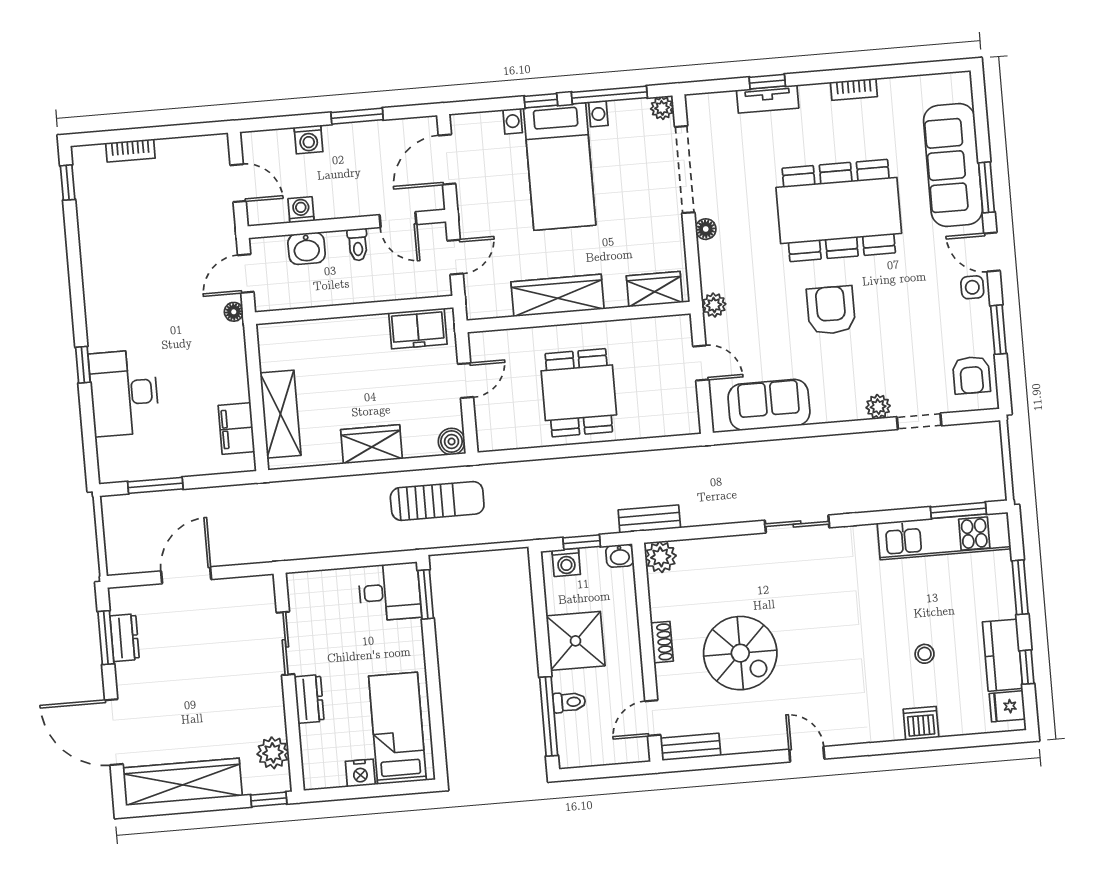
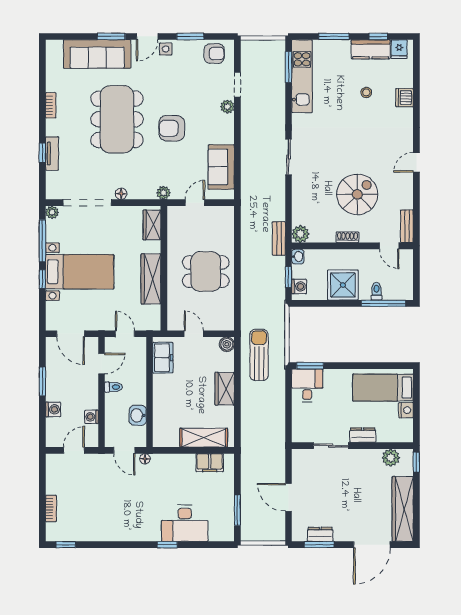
washbasin: (307, 248) -> (138, 415), moved, turned 180

